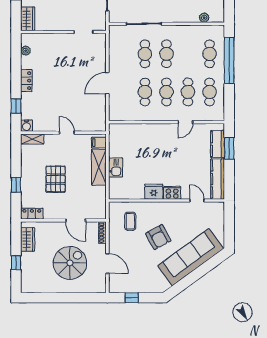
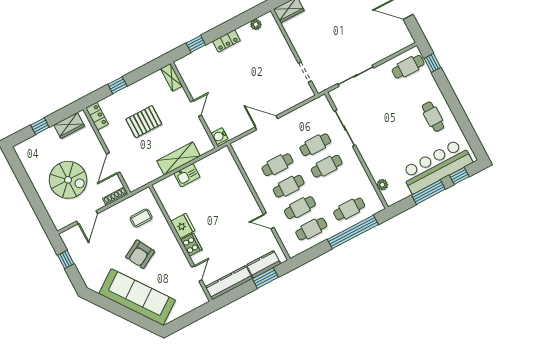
water cooler: (26, 126) -> (219, 136), moved
filing cabinet: (99, 143) -> (203, 146), removed

